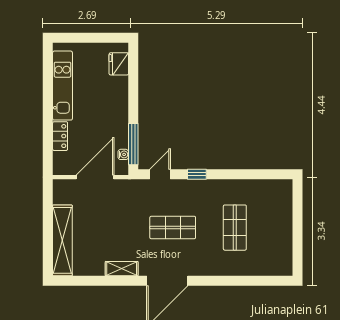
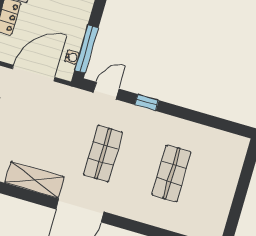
shop shelf: (173, 228) -> (103, 153), turned 90
shelving: (122, 269) -> (34, 180), width x1.50, depth x1.33

